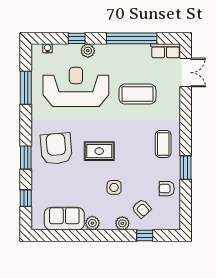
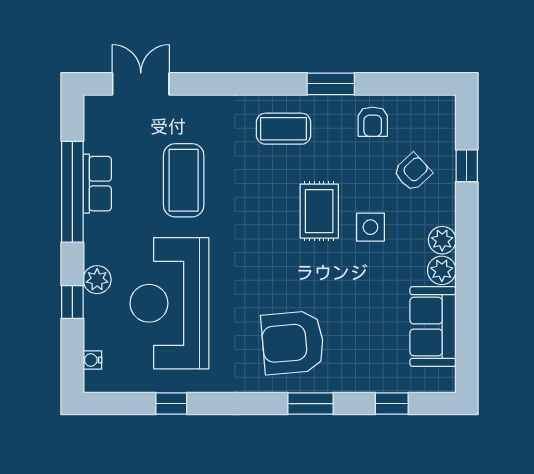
row of seats: (166, 51) -> (97, 184), moved
window: (26, 88) -> (171, 404), width x0.46
rug: (99, 151) -> (319, 211), moved
plant: (122, 223) -> (442, 240), moved

